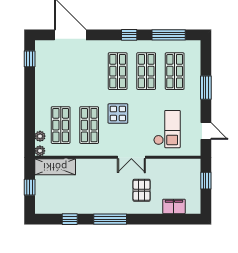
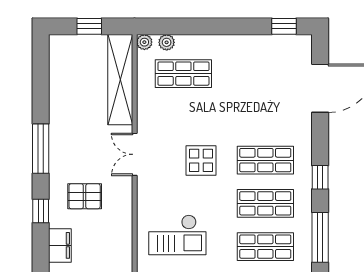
shop shelf: (89, 125) -> (183, 117), removed
double door: (131, 157) -> (135, 154), moved
shelving: (55, 167) -> (120, 80), width x1.47
window: (70, 219) -> (41, 211), moved

